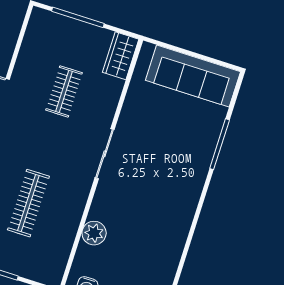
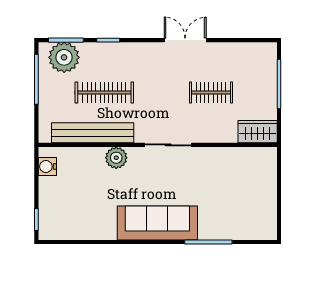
sofa: (193, 76) -> (157, 223), moved, turned 90
bench: (67, 229) -> (93, 133), added
plant: (94, 233) -> (116, 158), moved

